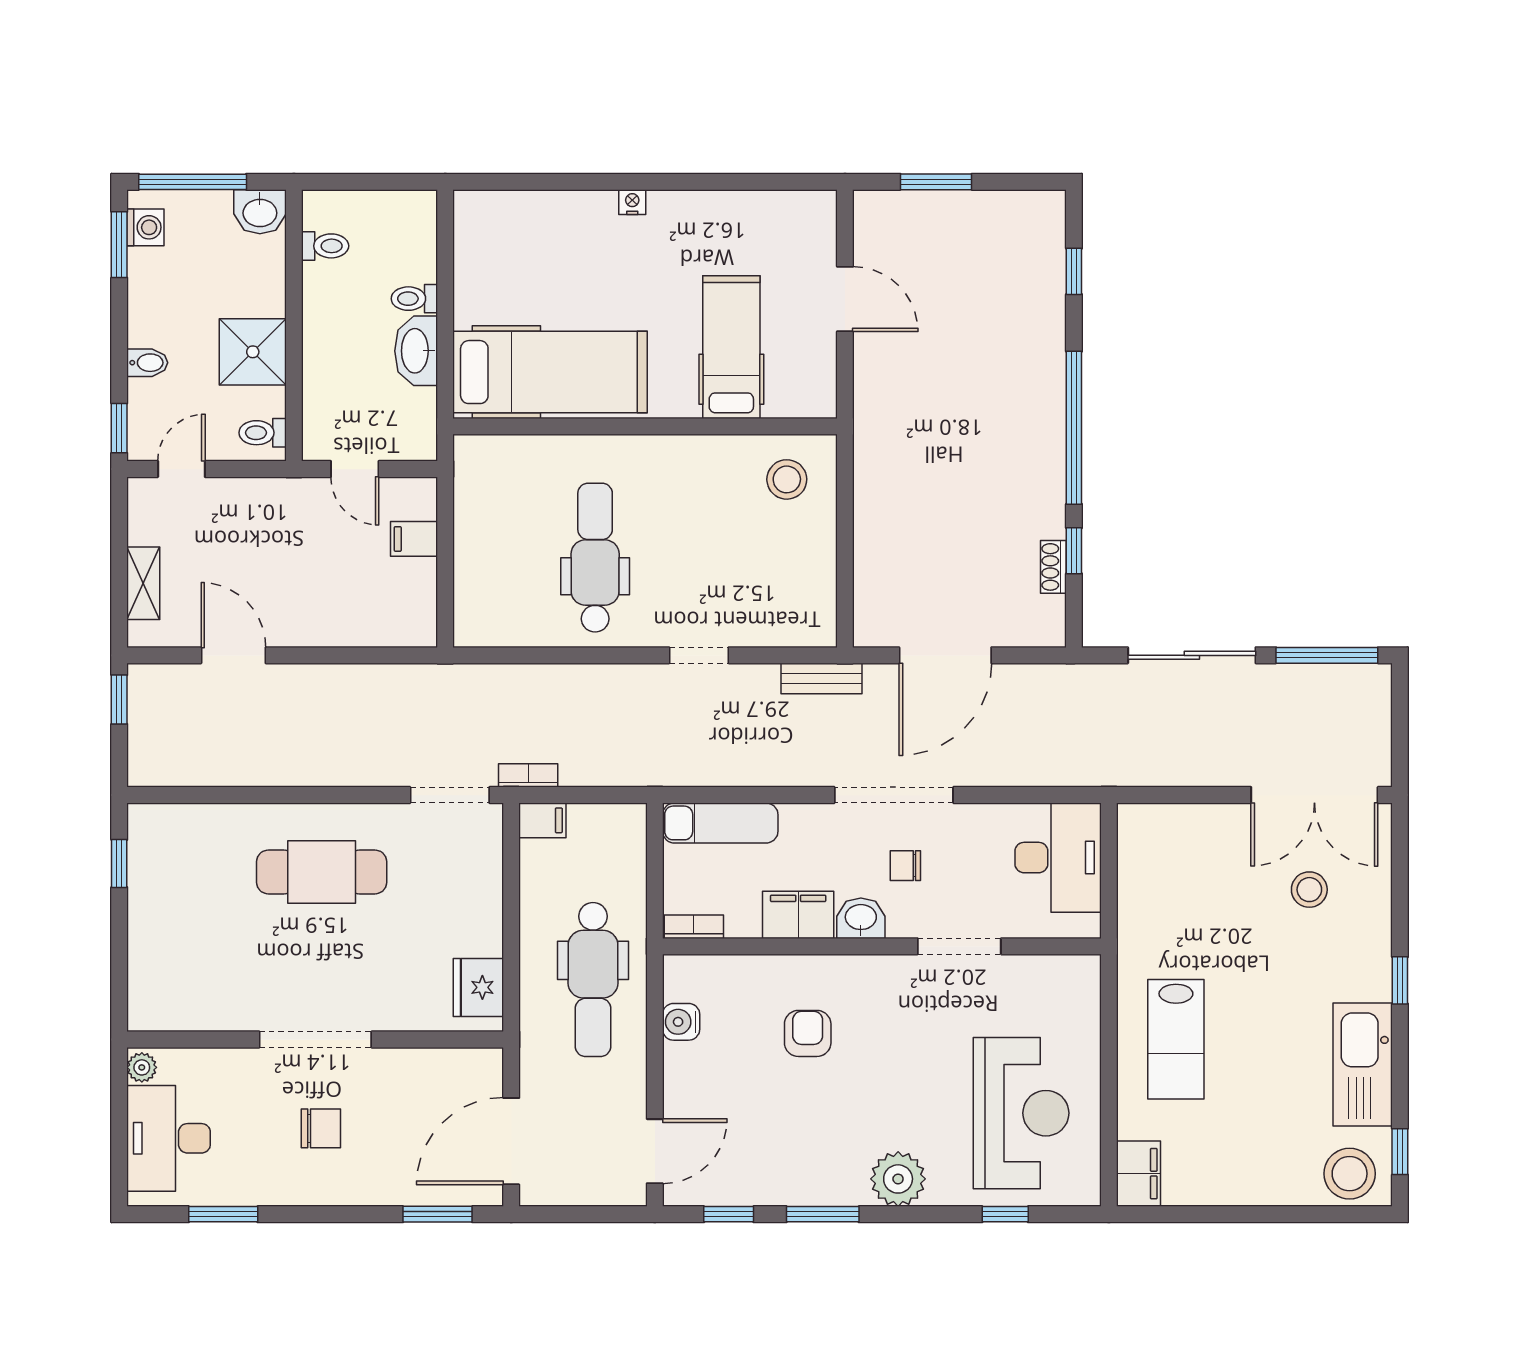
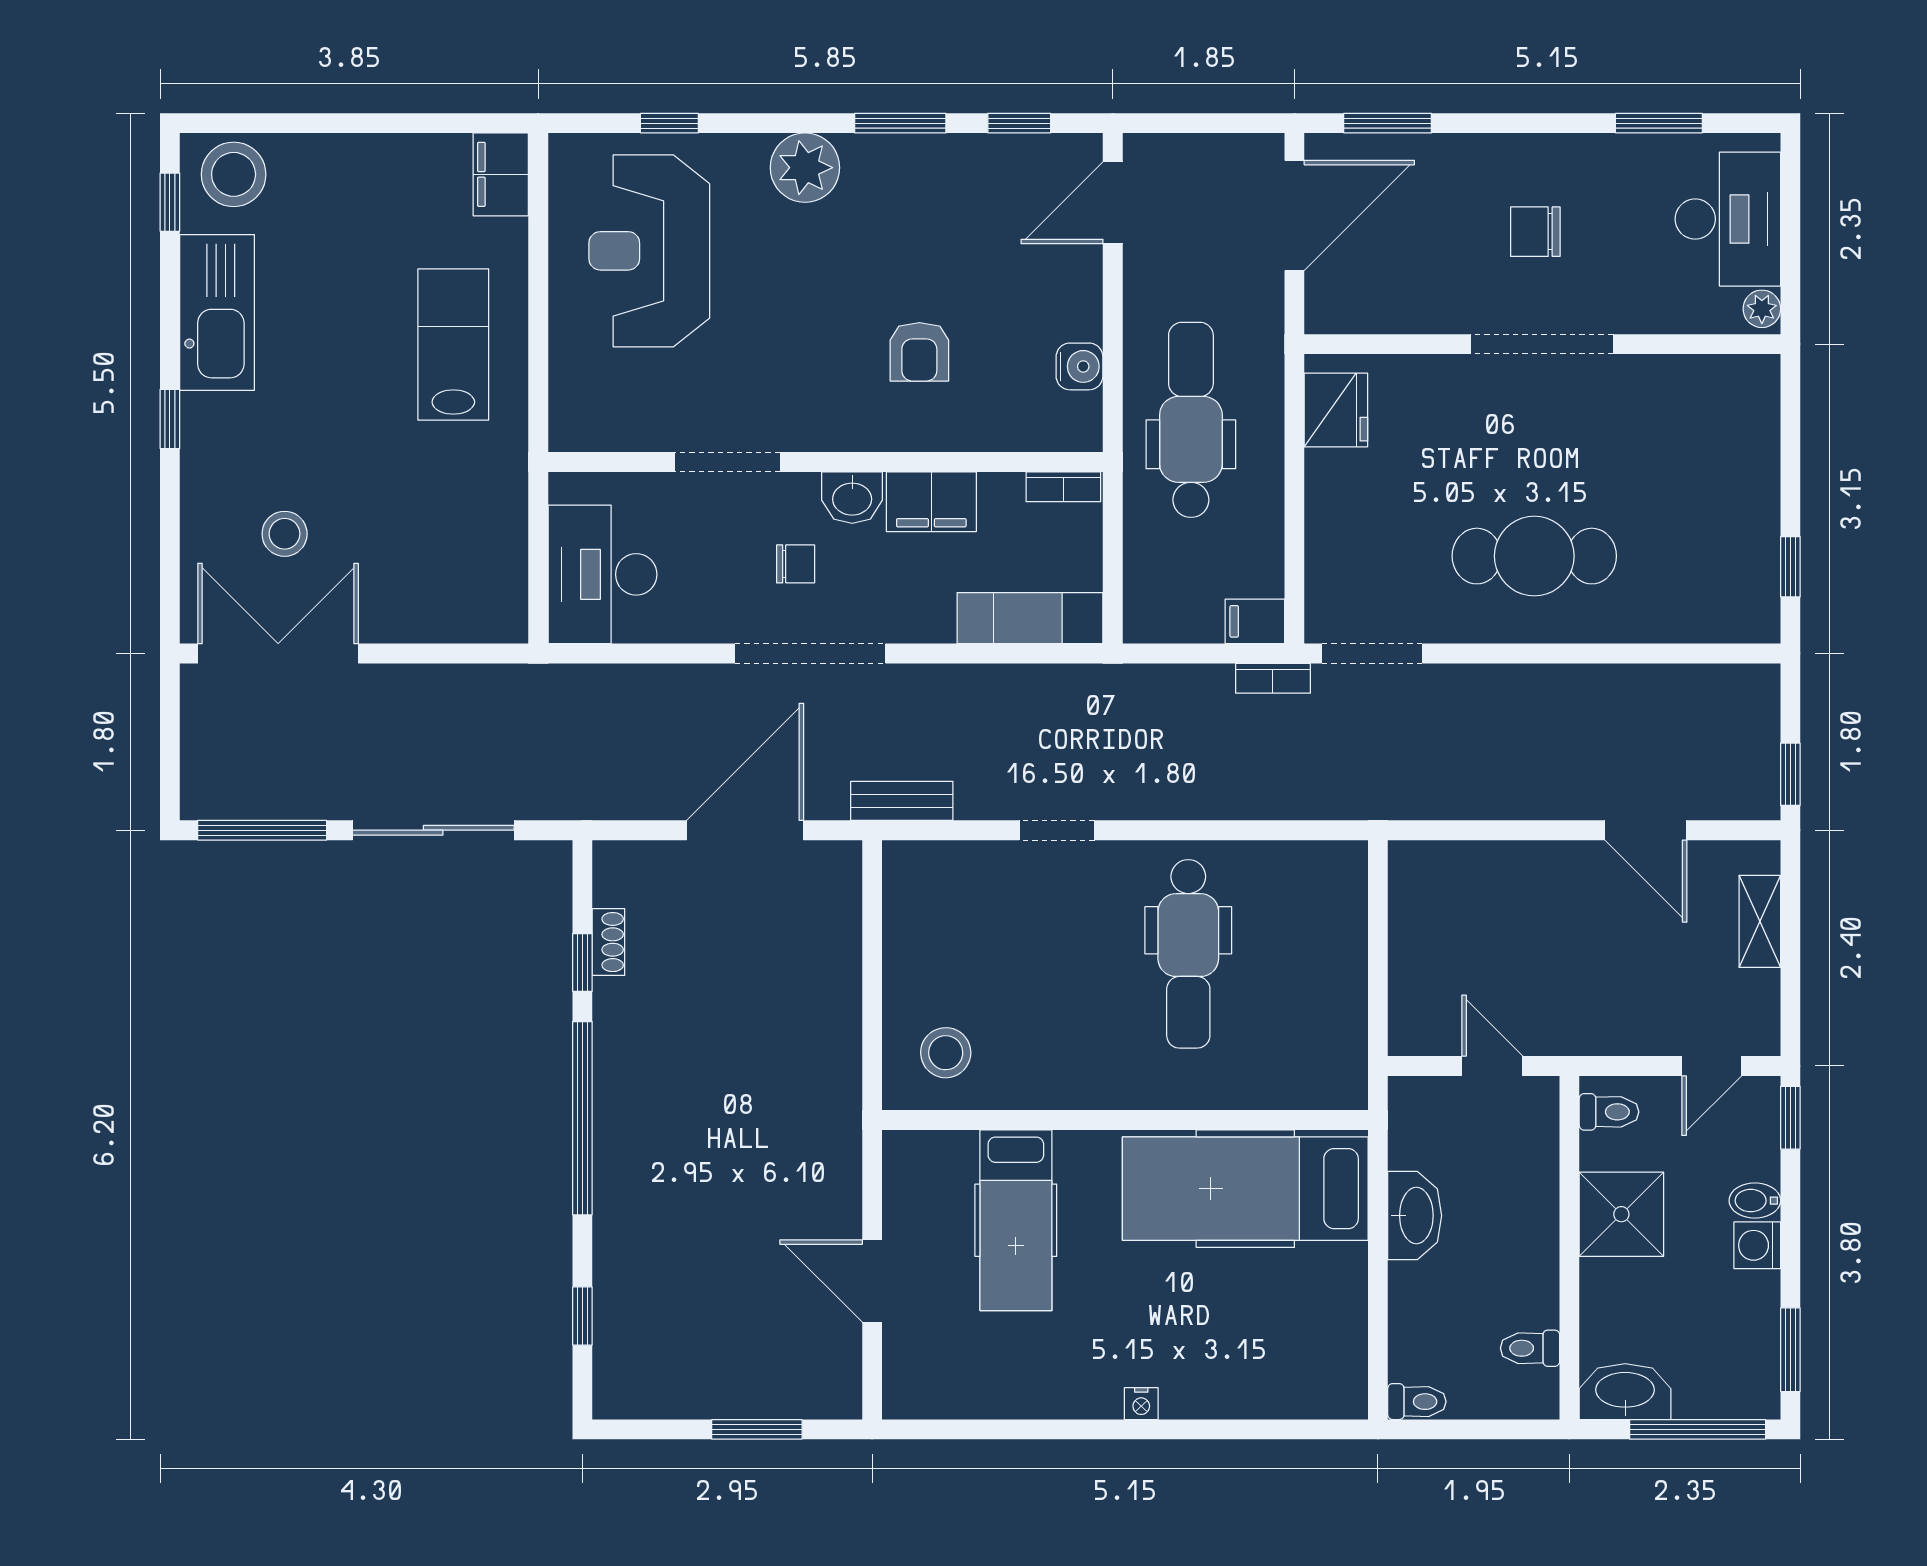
washbasin: (260, 212) -> (1625, 1392), width x1.38
washing machine: (145, 227) -> (1757, 1245), moved
toilet: (414, 299) -> (1417, 1402), moved
filing cabinet: (414, 539) -> (1417, 977), removed

